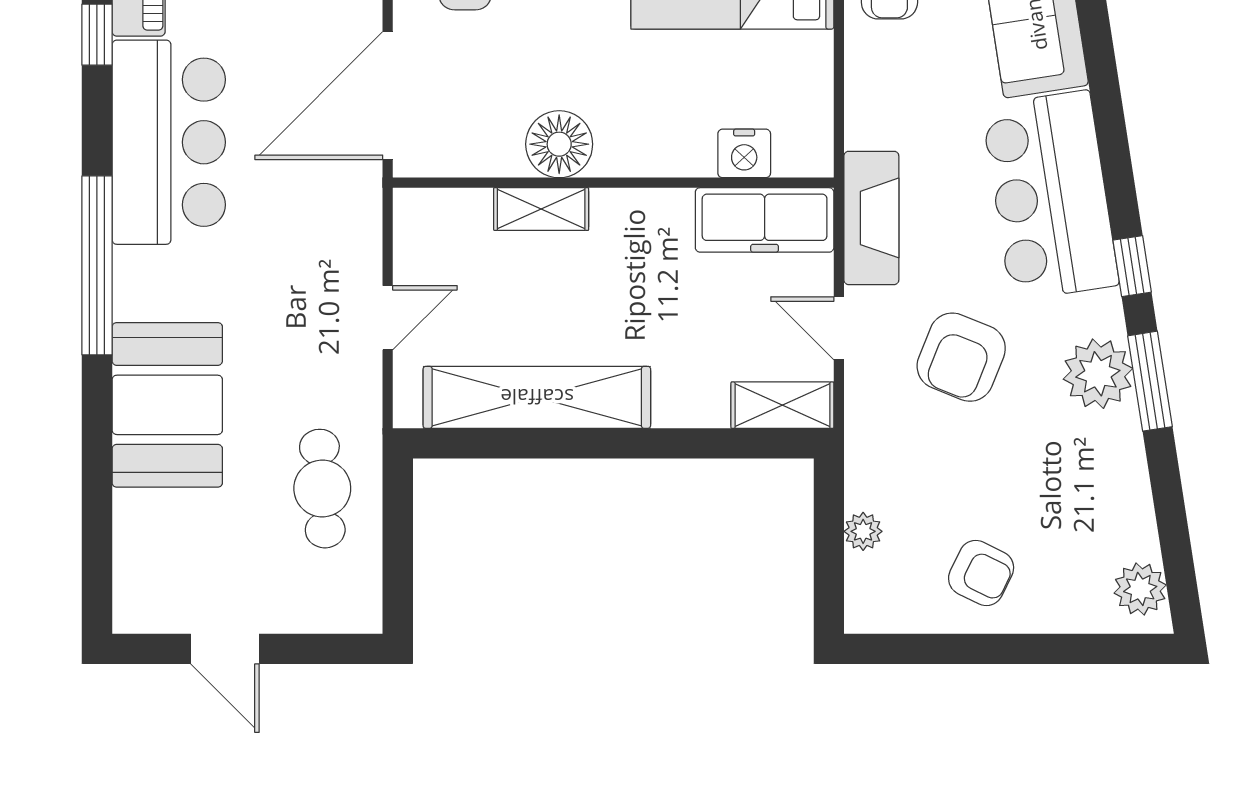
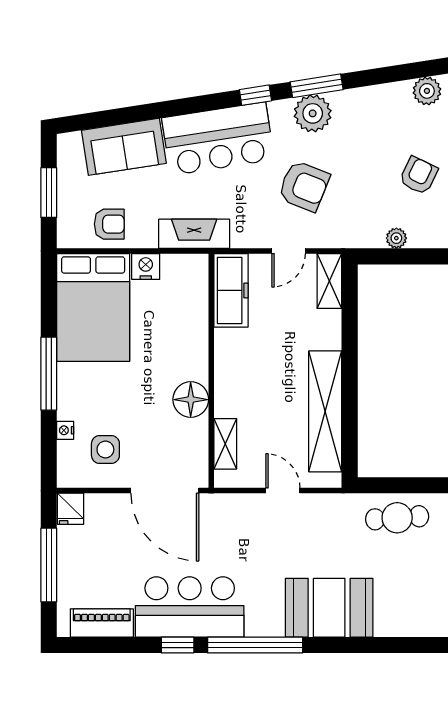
window: (97, 35) -> (178, 645), moved
nightstand: (744, 153) -> (146, 266), moved, turned -90
shelving: (541, 209) -> (225, 444), moved
fireplace: (871, 218) -> (194, 234), moved
cafe table: (322, 489) -> (397, 518), moved

